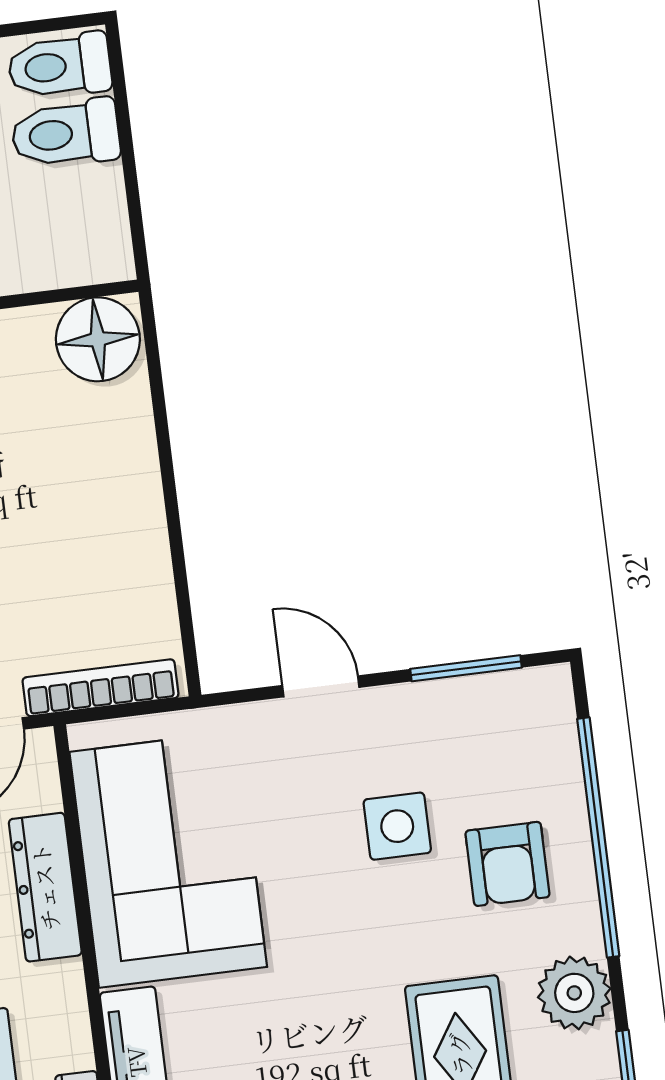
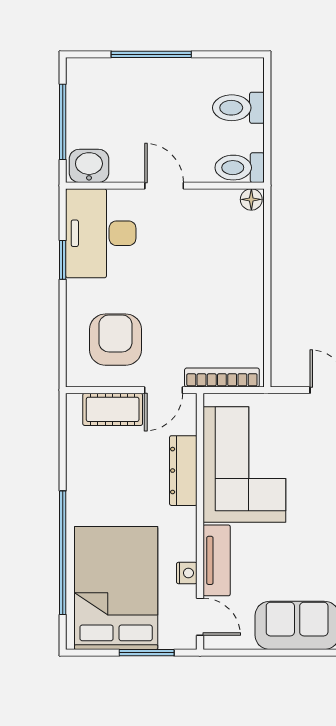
toilet: (60, 66) -> (240, 168), moved
floor lamp: (98, 339) -> (251, 199), width x0.53, depth x0.53

